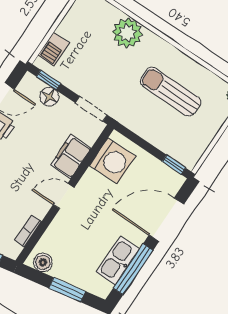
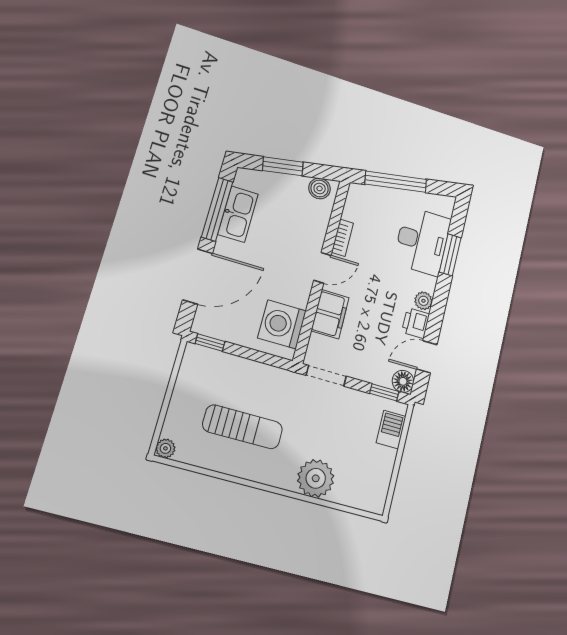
floor lamp: (49, 97) -> (403, 381), moved
bookcase: (28, 231) -> (342, 238), moved

